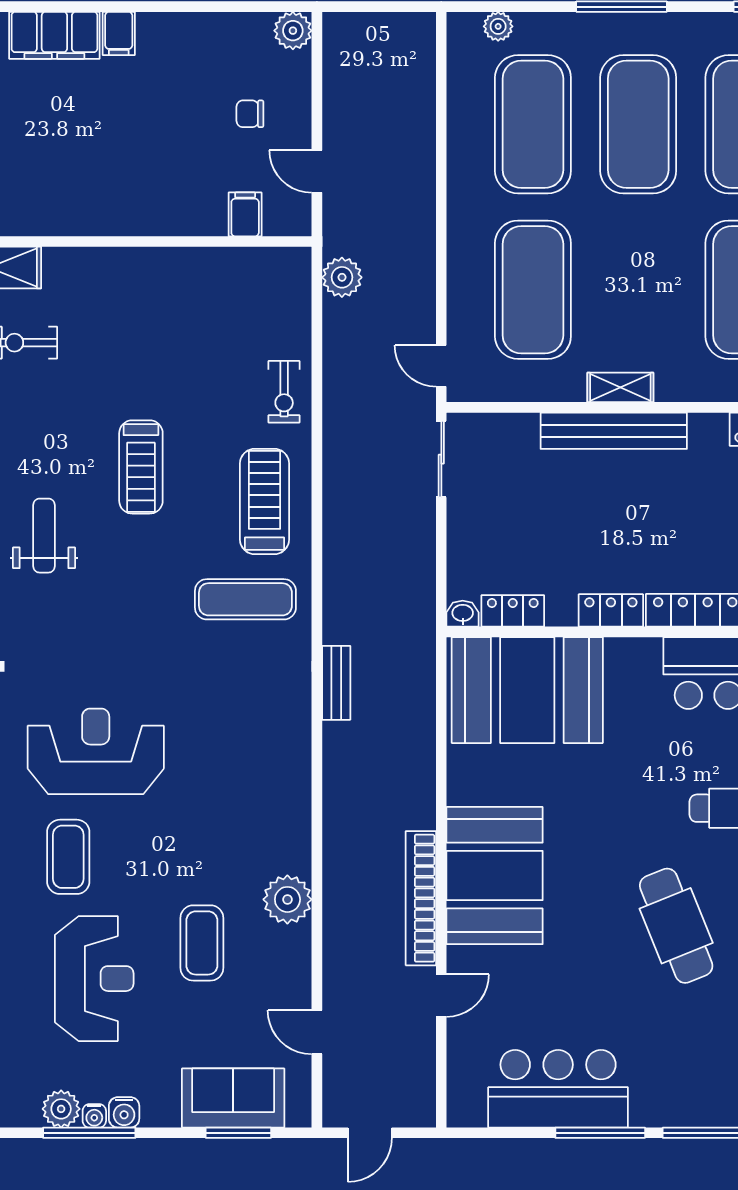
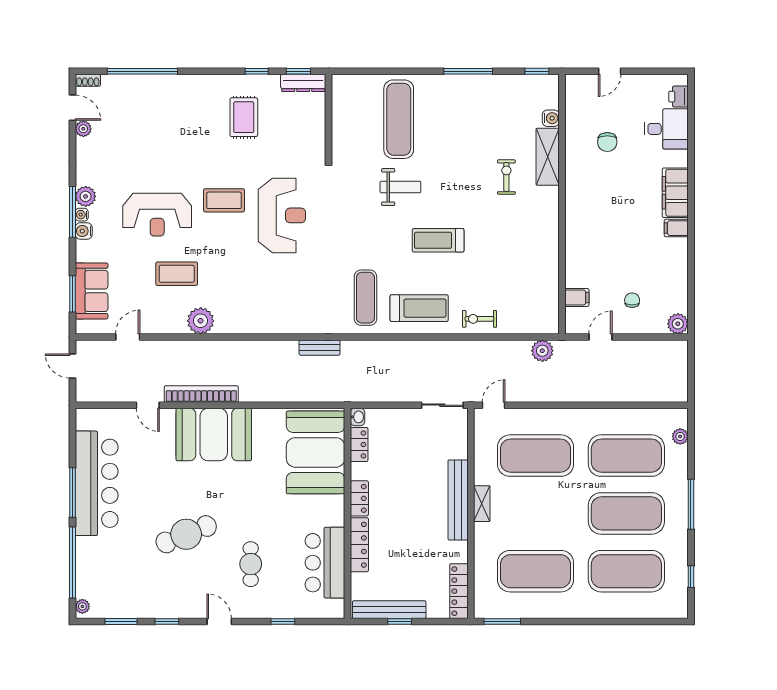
bar counter: (558, 1089) -> (97, 483), width x1.36

